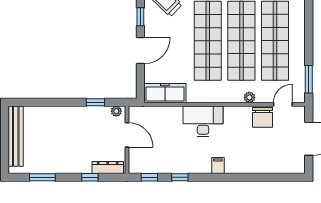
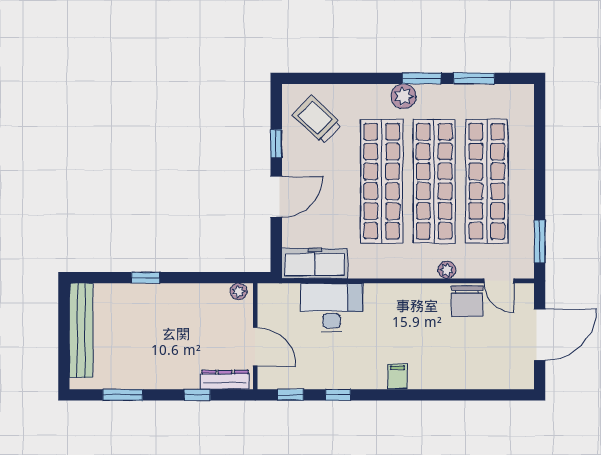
window: (95, 102) -> (145, 278), moved
door: (283, 104) -> (499, 281), swing flipped
desk: (203, 121) -> (332, 307), moved
door: (127, 135) -> (255, 347), moved

